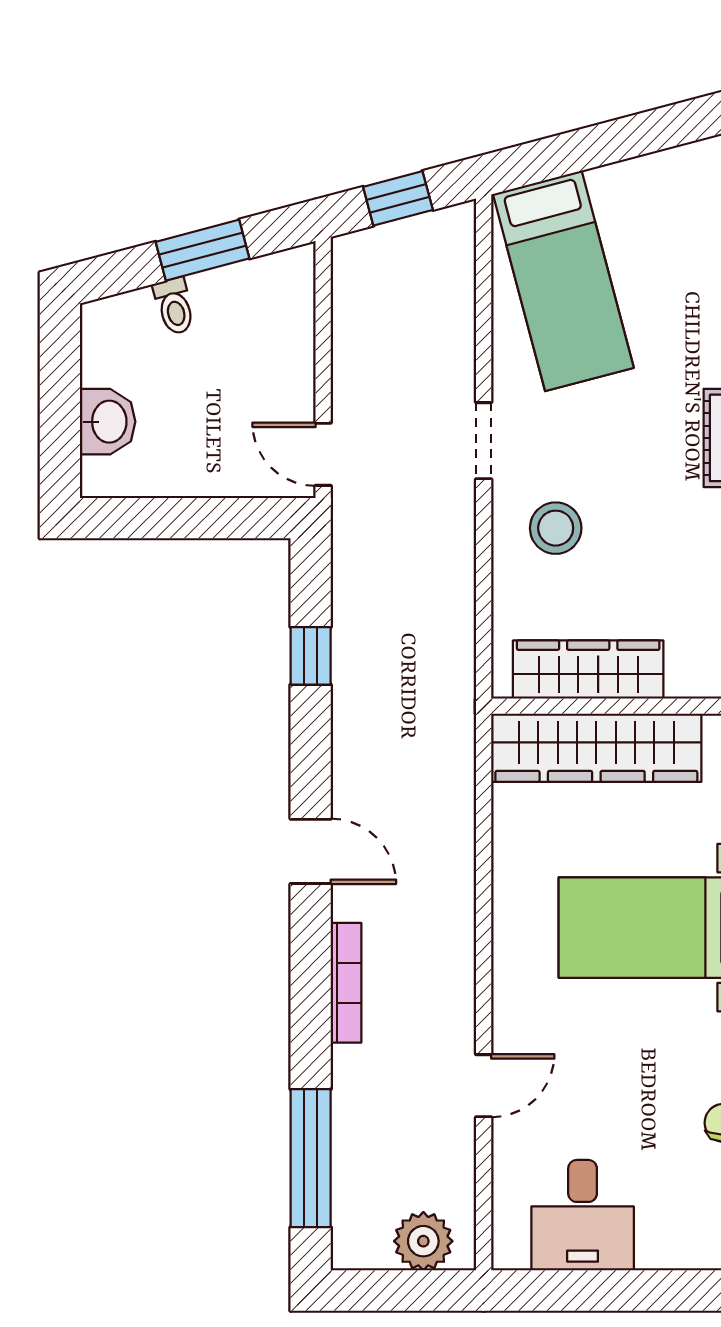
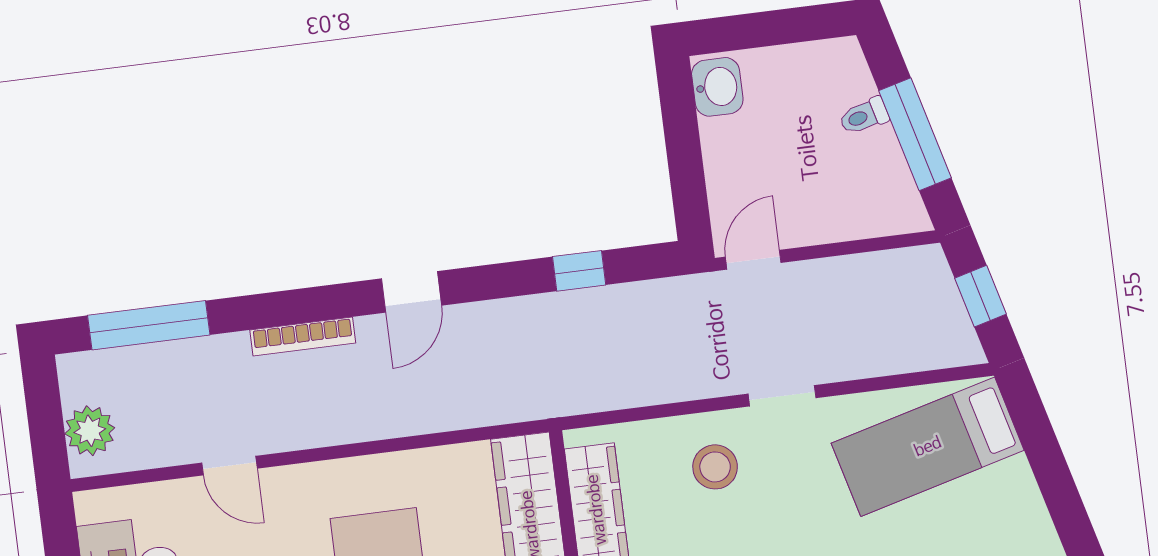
window: (203, 250) -> (915, 134), width x1.44
washbasin: (108, 422) -> (717, 87), moved, turned -90

